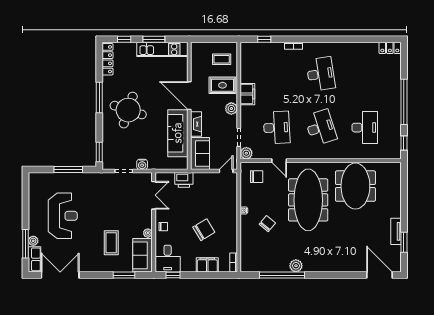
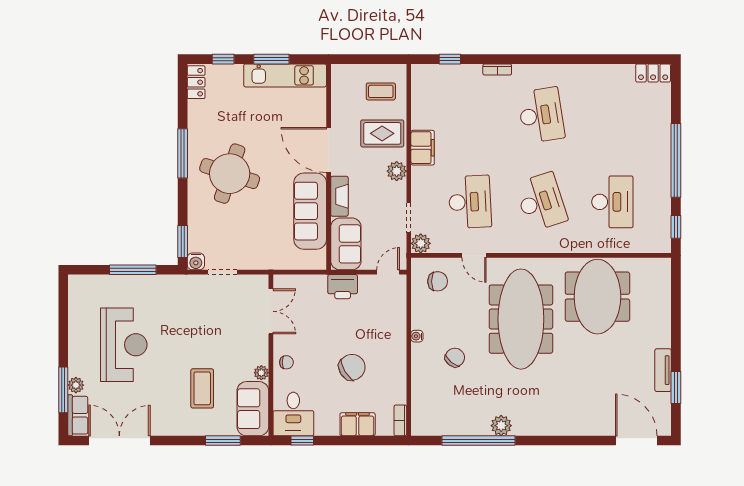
locker: (107, 59) -> (196, 82), width x0.66
water cooler: (142, 164) -> (196, 261), moved
printer: (184, 180) -> (343, 287), moved

